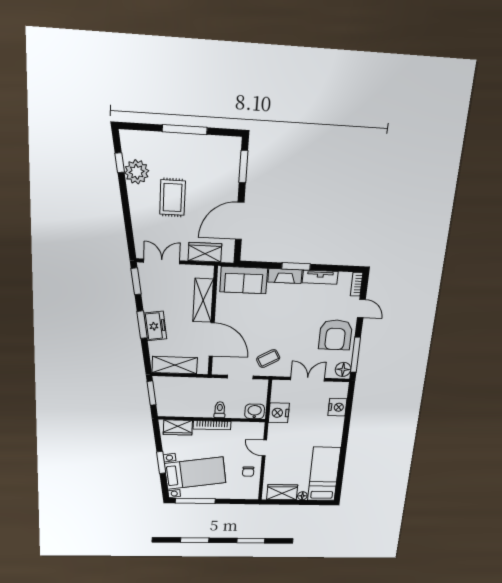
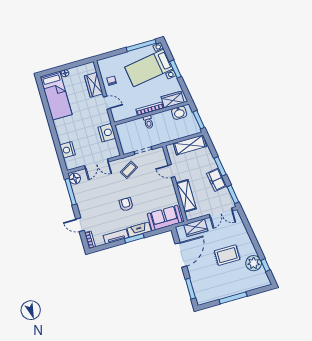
rug: (173, 198) -> (227, 255), turned 90
freezer: (155, 326) -> (217, 180), moved
armchair: (336, 335) -> (126, 204), moved, width x0.53, depth x0.53
door: (212, 339) -> (171, 171), width x0.53
washbasin: (255, 411) -> (179, 113), moved
wardrobe: (282, 492) -> (94, 85), moved, turned 90

